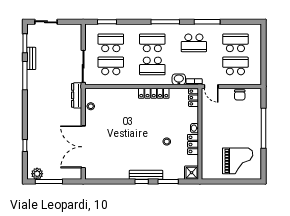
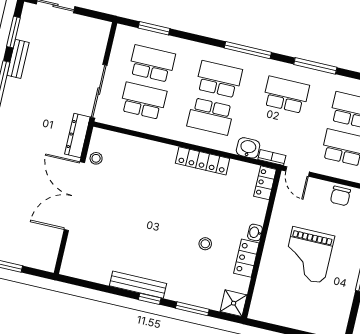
school desk: (194, 43) -> (286, 95), turned 180
double door: (83, 147) -> (74, 196), moved
grand piano: (238, 161) -> (308, 255), moved, turned 90
bench: (146, 175) -> (138, 285), moved

